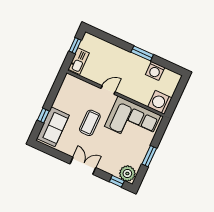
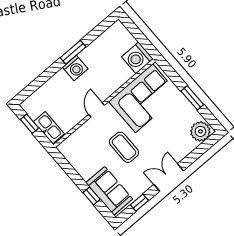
washing machine: (155, 71) -> (75, 68), moved
window: (117, 181) -> (139, 203), moved

